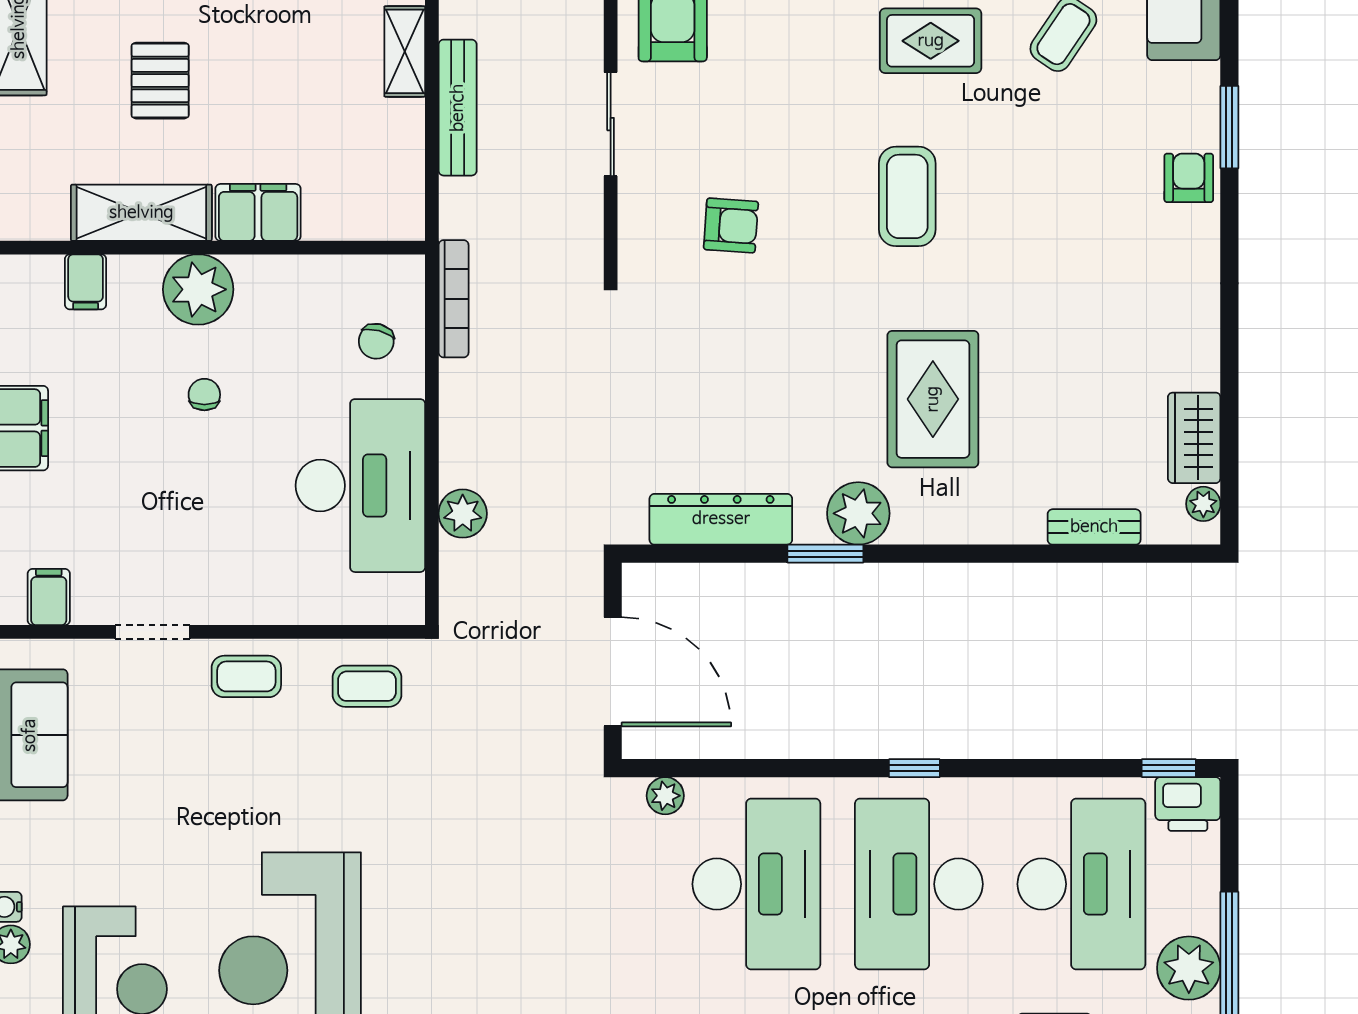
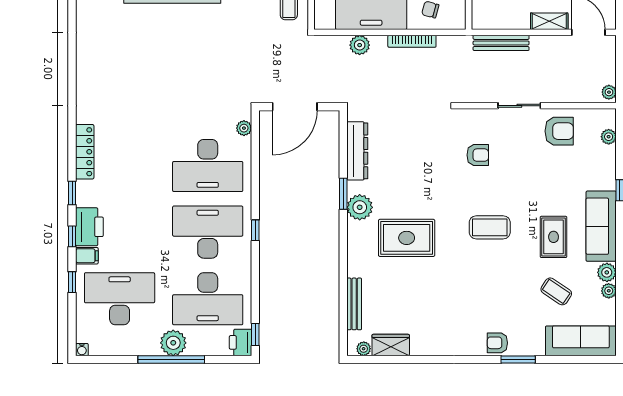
bench: (458, 108) -> (501, 43), moved
armchair: (1189, 178) -> (497, 343), turned 180
armchair: (731, 225) -> (478, 155), turned -94
bookcase: (454, 299) -> (412, 41), moved
bench: (1094, 527) -> (354, 304), width x1.36

